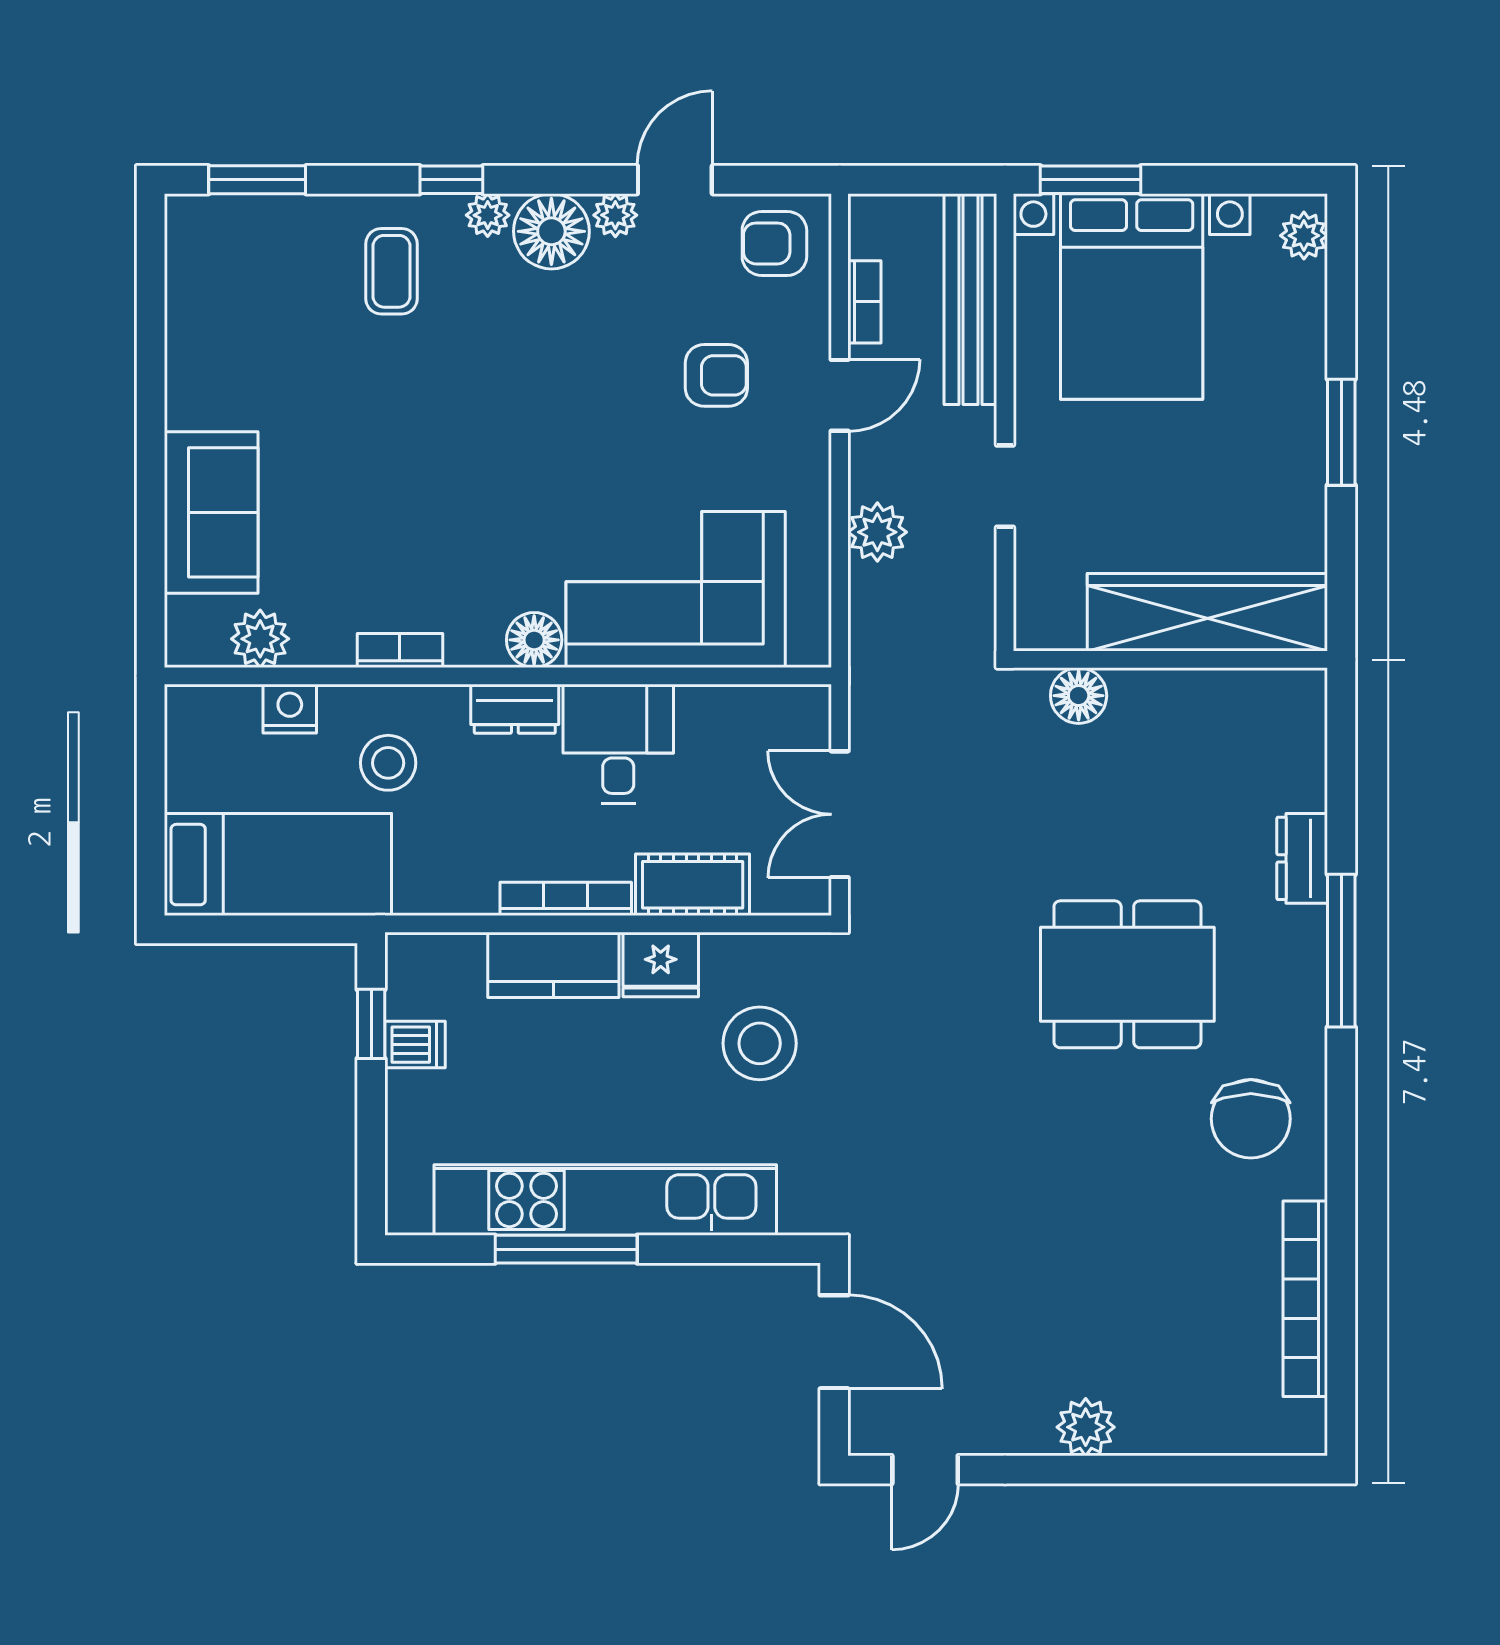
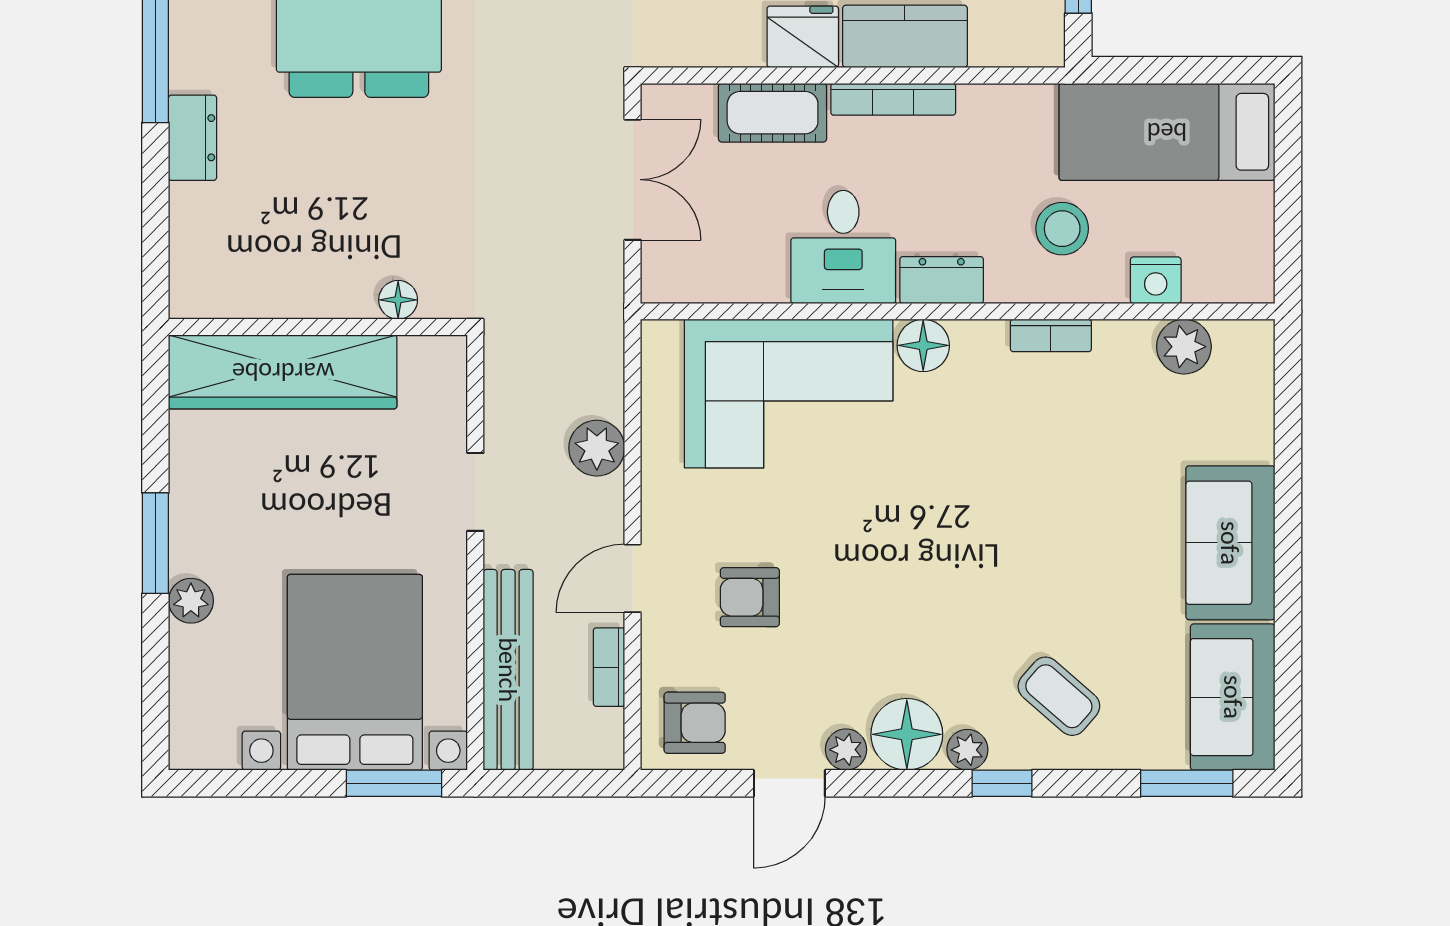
plant: (1304, 236) -> (191, 601), moved
sofa: (209, 270) -> (1233, 697), added
coffee table: (392, 271) -> (1059, 696), turned -49
sofa: (211, 512) -> (1230, 543), moved
floor lamp: (1079, 696) -> (398, 300), width x0.73, depth x0.73

